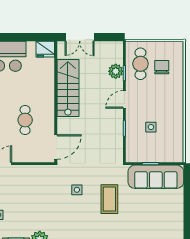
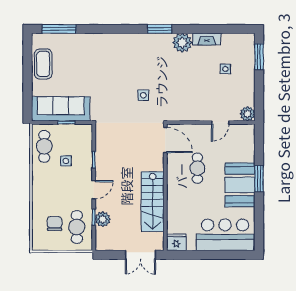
double door: (80, 37) -> (140, 255), swing flipped
chair: (162, 67) -> (54, 224), turned 180
cafe table: (172, 141) -> (44, 146), added
door: (56, 147) -> (165, 140), swing flipped
coffee table: (109, 199) -> (43, 64), moved

